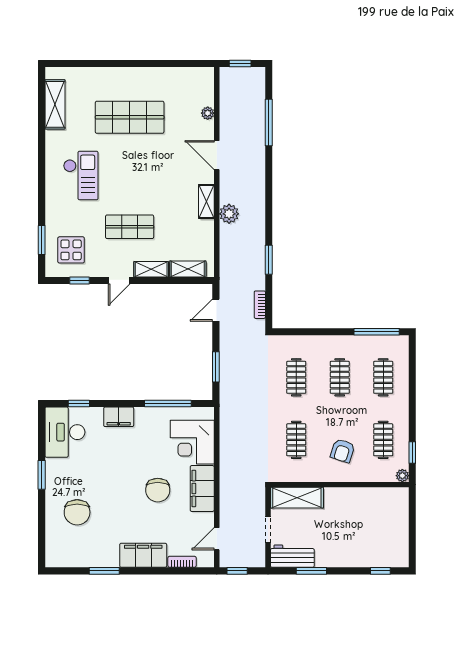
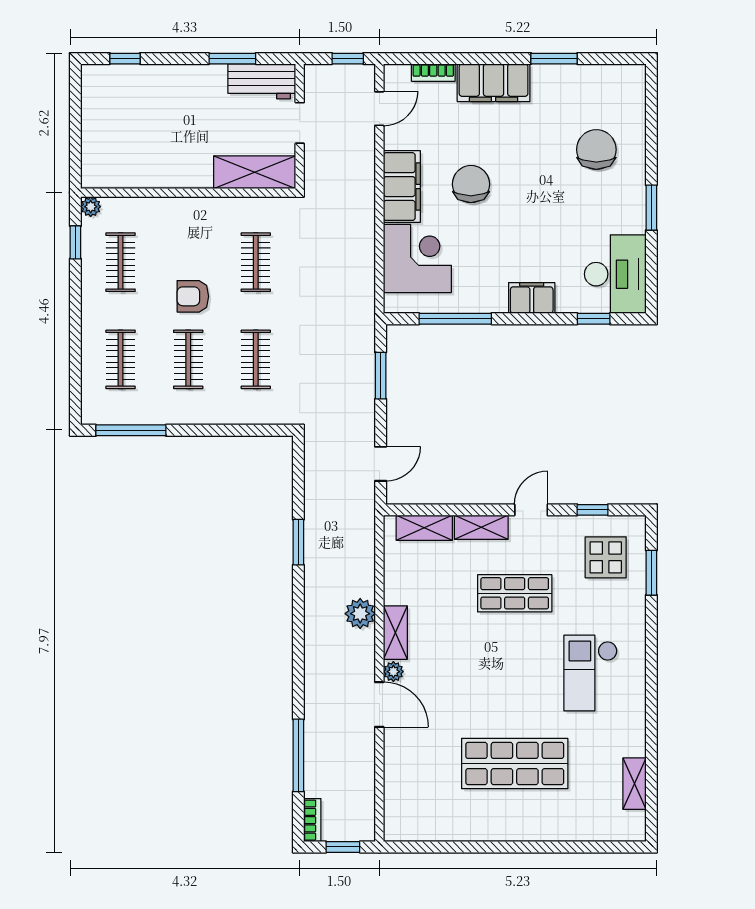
shelving: (55, 104) -> (635, 784), width x0.67, depth x0.75
plant: (208, 113) -> (393, 672), moved
bookcase: (260, 305) -> (312, 820), moved
armchair: (343, 451) -> (193, 296), moved, turned -108

